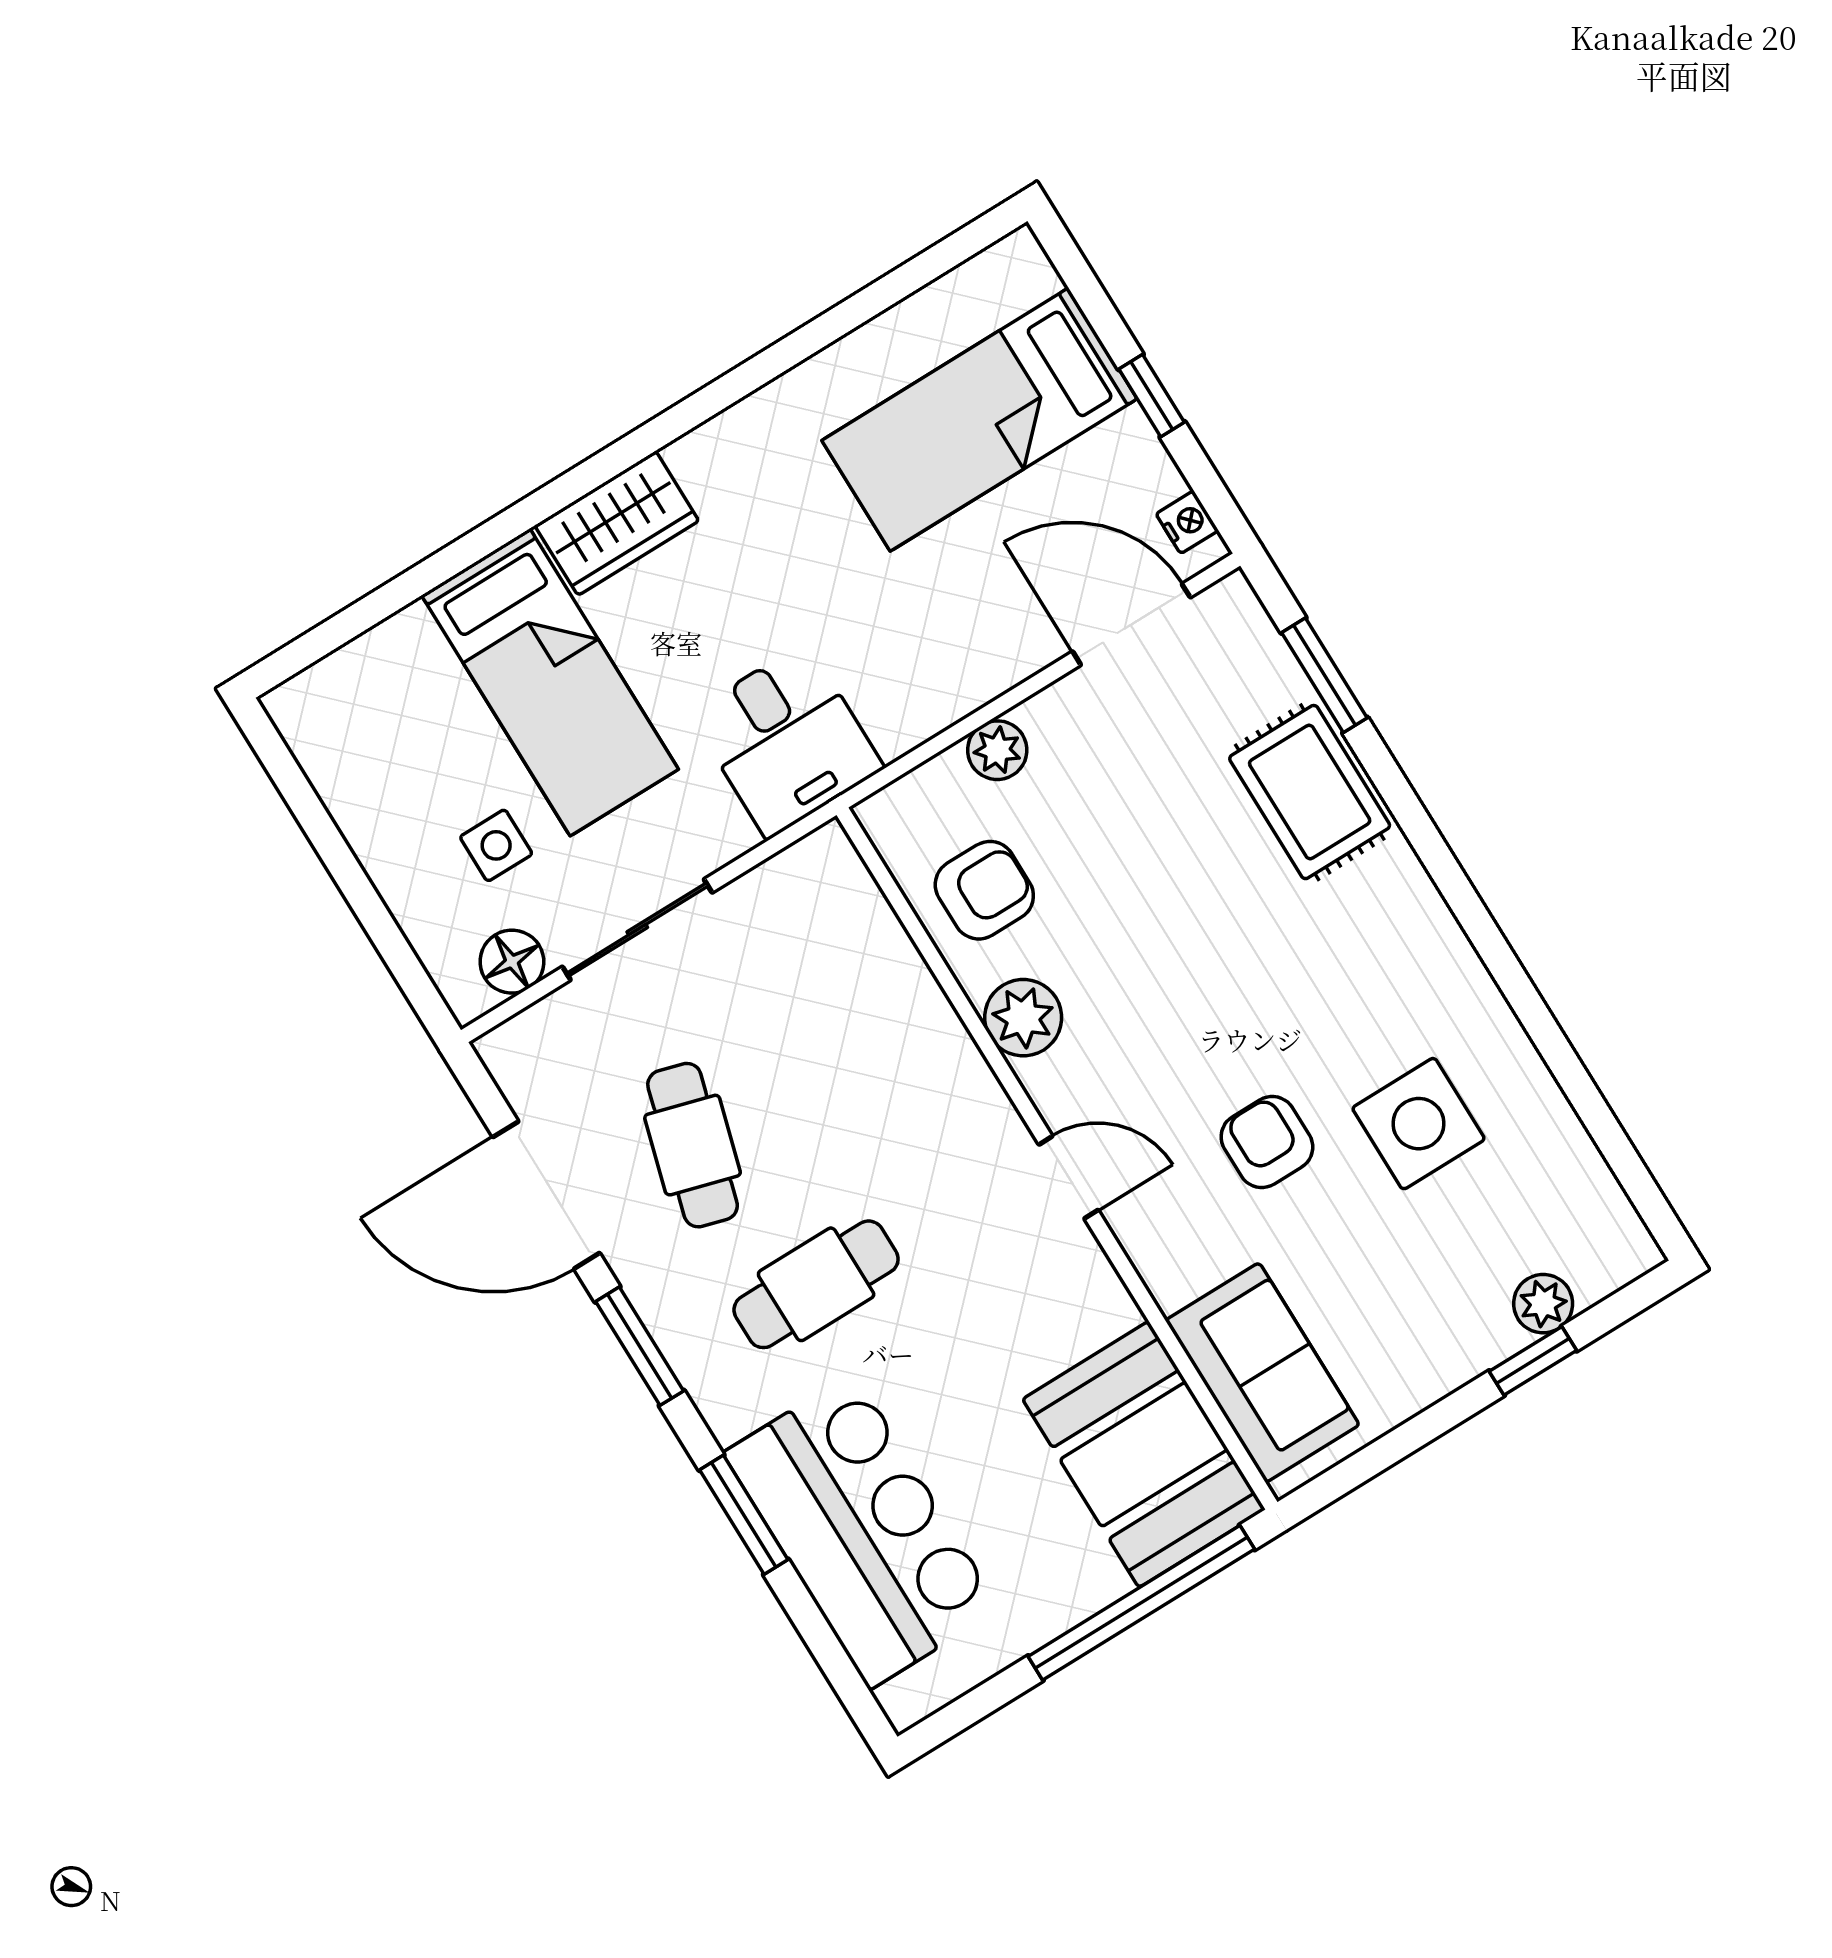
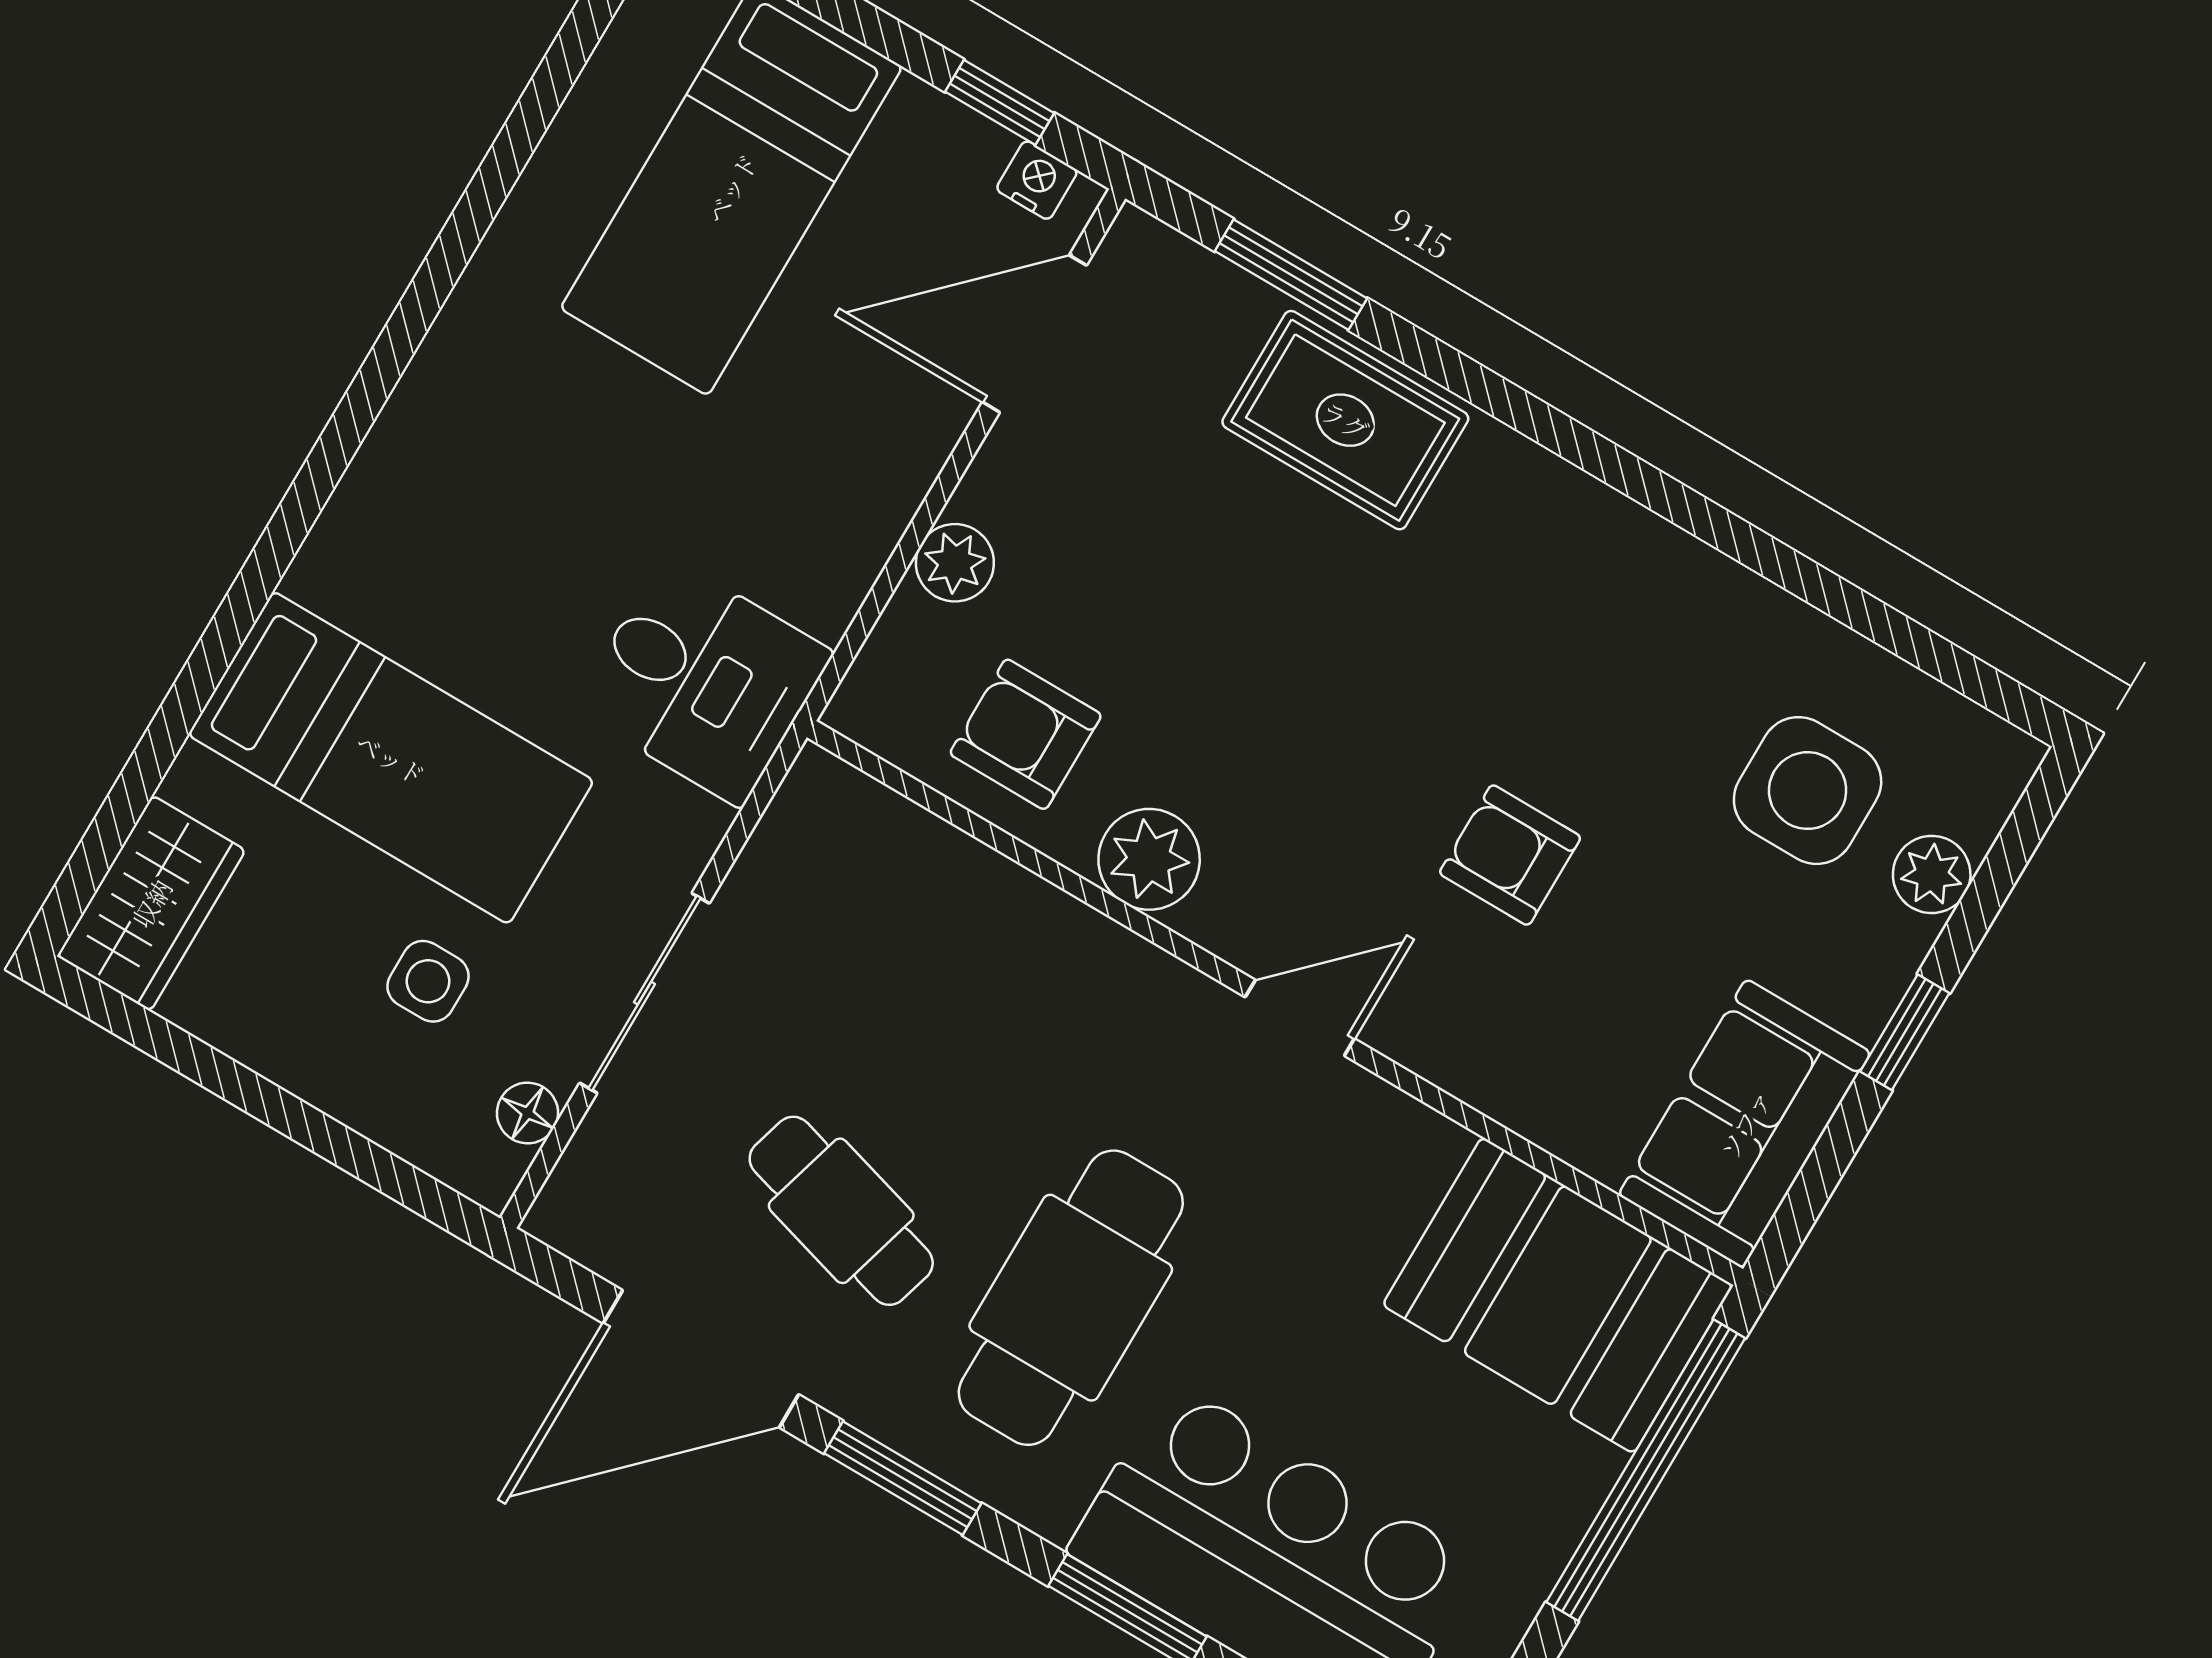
window: (1152, 396) -> (1000, 102), moved
wardrobe: (617, 523) -> (151, 903), moved
armchair: (984, 890) -> (1026, 734), turned -90
floor lamp: (512, 962) -> (528, 1113), width x0.73, depth x0.73
side table: (1419, 1124) -> (1808, 791), moved
cafe table: (816, 1284) -> (1071, 1298), width x1.37, depth x1.35
window: (1533, 1361) -> (1905, 1032), moved
sofa: (1262, 1373) -> (1745, 1124), moved, turned -90

